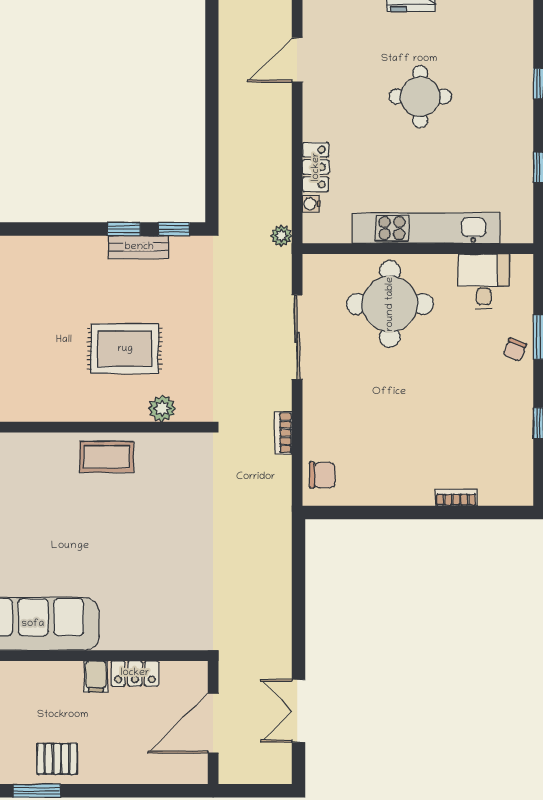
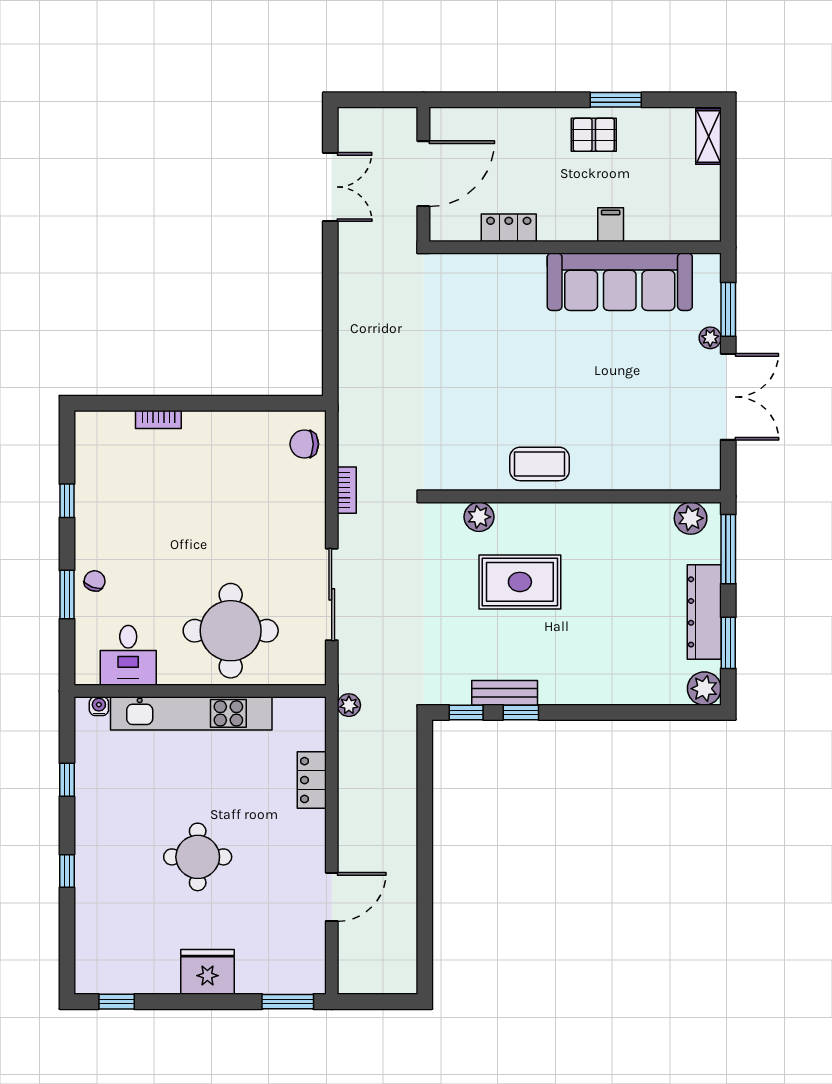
water cooler: (311, 204) -> (99, 706), moved, turned -90
filing cabinet: (96, 676) -> (611, 225), moved

